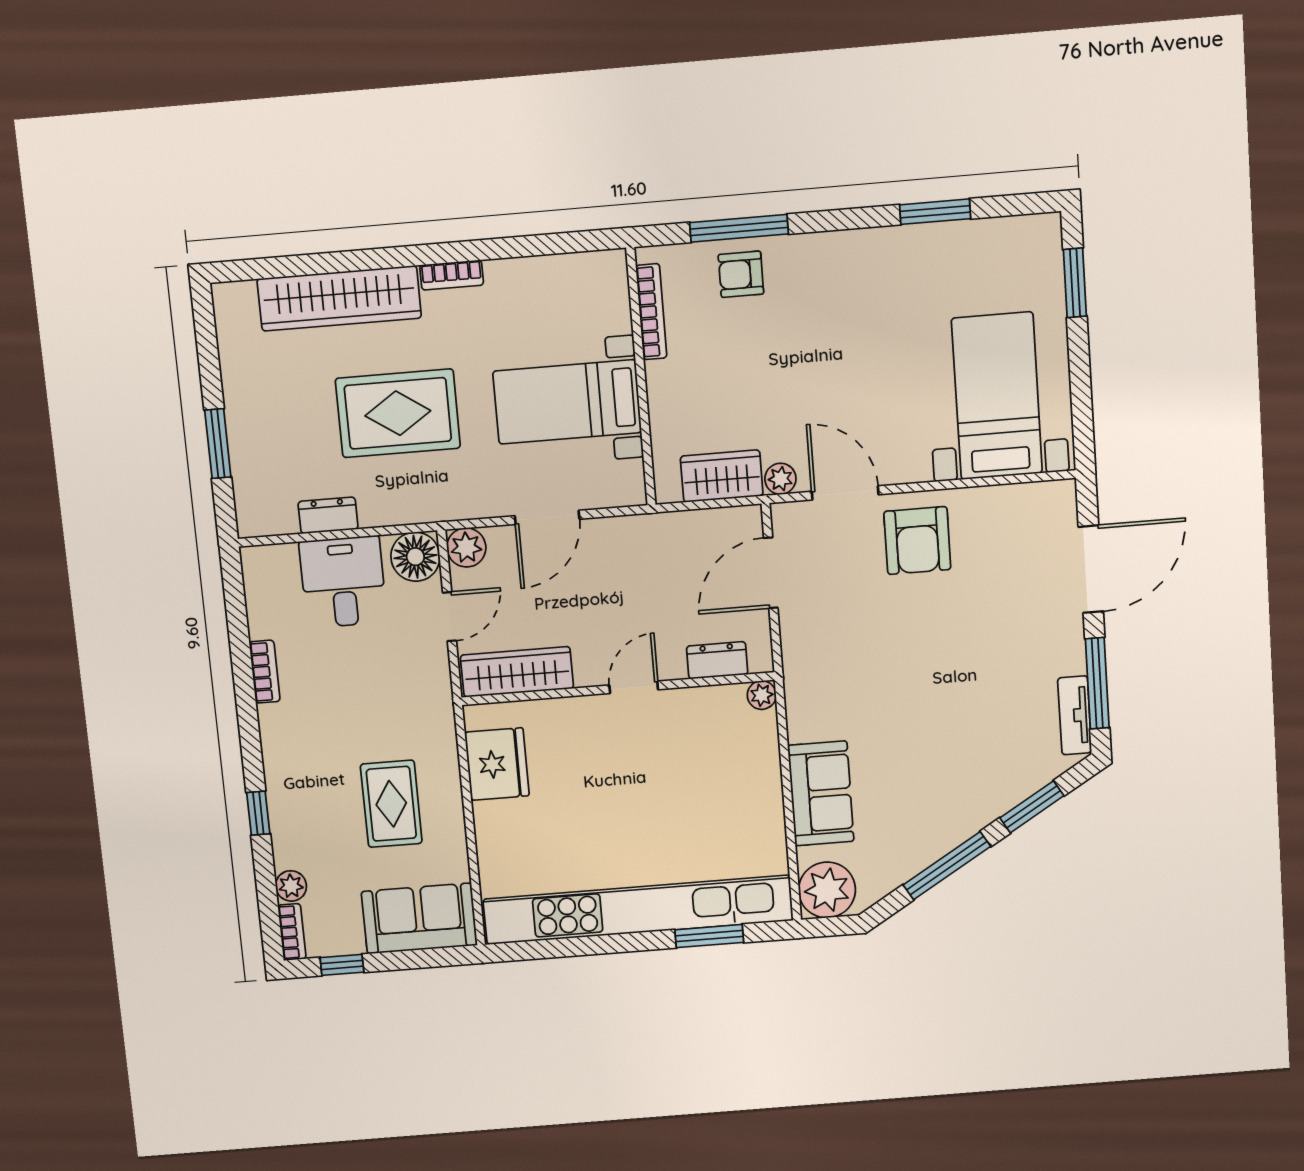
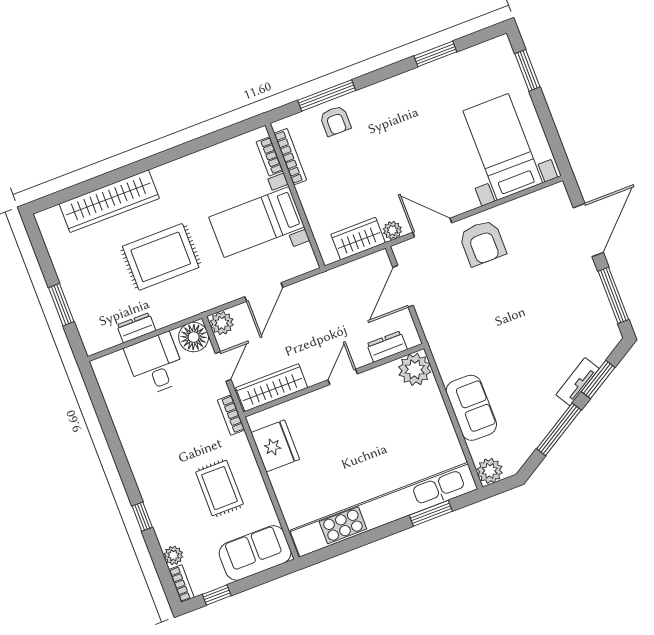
armchair: (741, 274) -> (335, 121), turned -90
bookcase: (452, 275) -> (270, 156), moved, turned 90
bookcase: (265, 672) -> (231, 415), moved, turned 180
plant: (762, 695) -> (415, 369), width x1.88, depth x1.88
tv unit: (1075, 715) -> (578, 382), moved, turned 59
plant: (827, 890) -> (490, 471), width x0.73, depth x0.73

